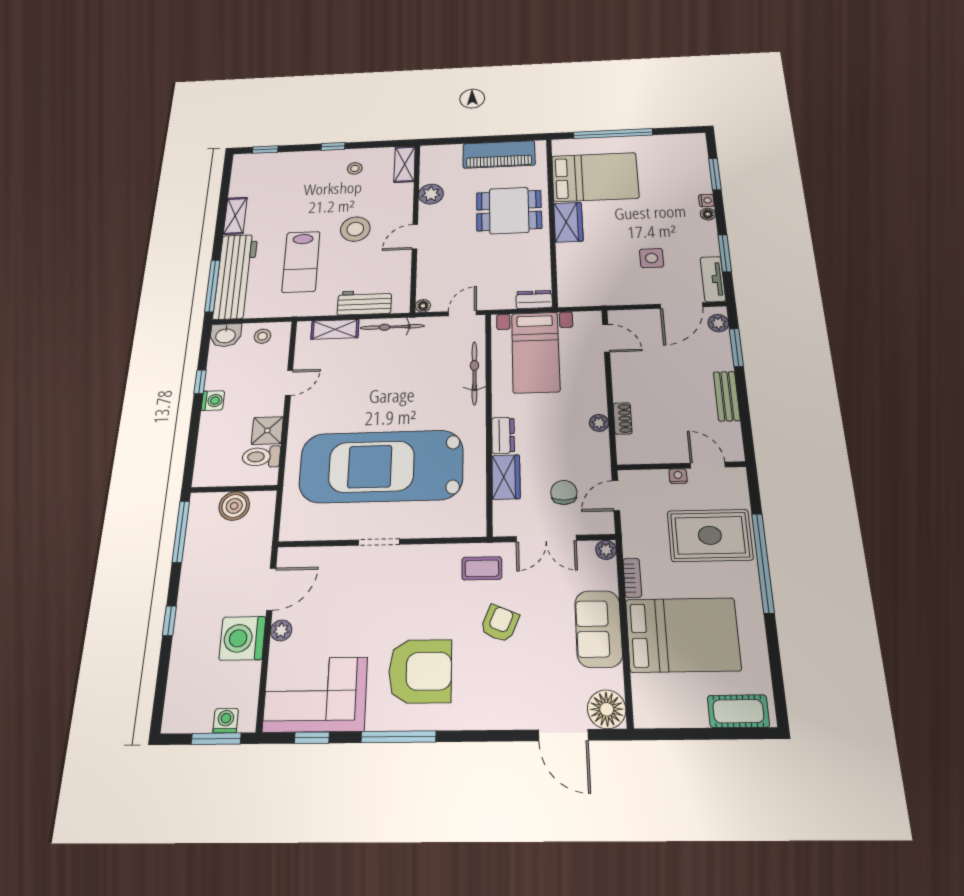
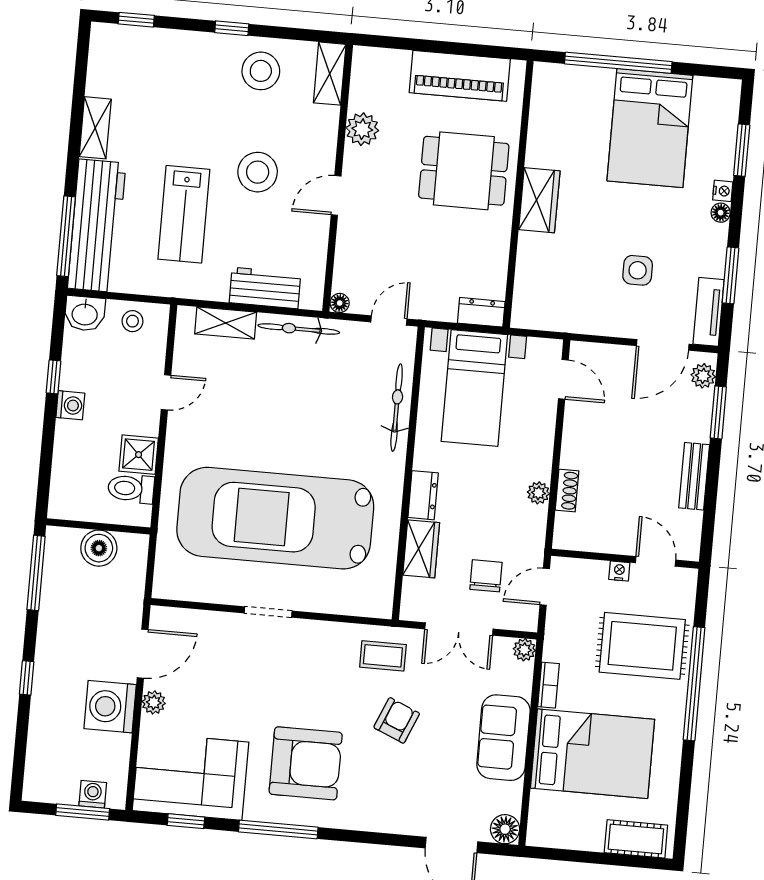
stool: (355, 168) -> (261, 71), width x1.89, depth x1.89
bed: (595, 177) -> (650, 128), moved, turned 90
floor lamp: (607, 709) -> (505, 829), width x0.73, depth x0.73

